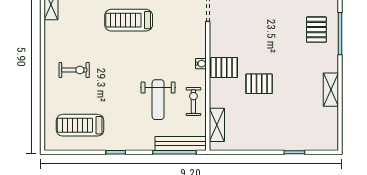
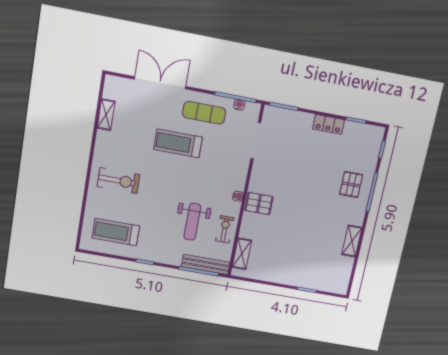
exercise bike: (74, 70) -> (119, 181), width x1.38, depth x1.39
pallet: (259, 84) -> (288, 224), removed

